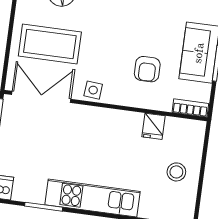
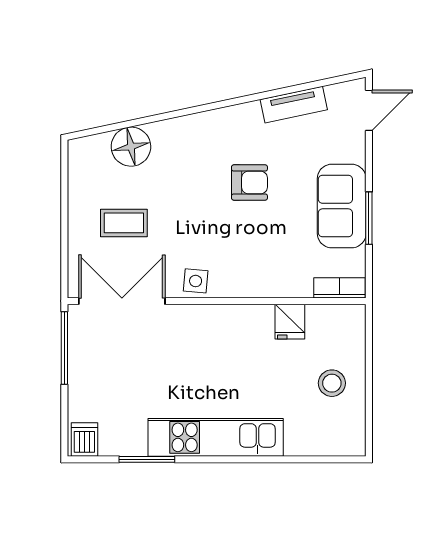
coffee table: (50, 44) -> (124, 223), width x0.54, depth x0.58
armchair: (147, 69) -> (249, 182), moved, turned -90

